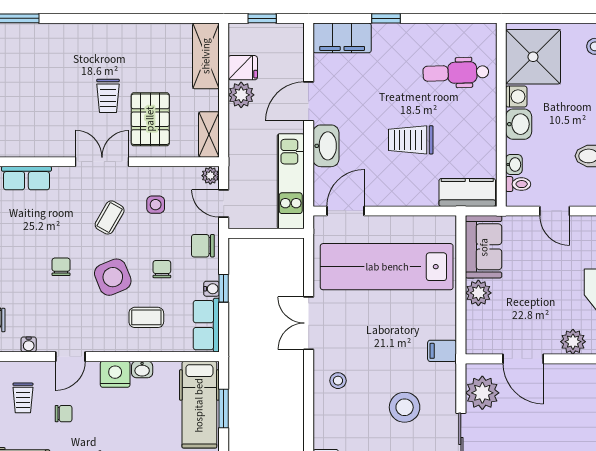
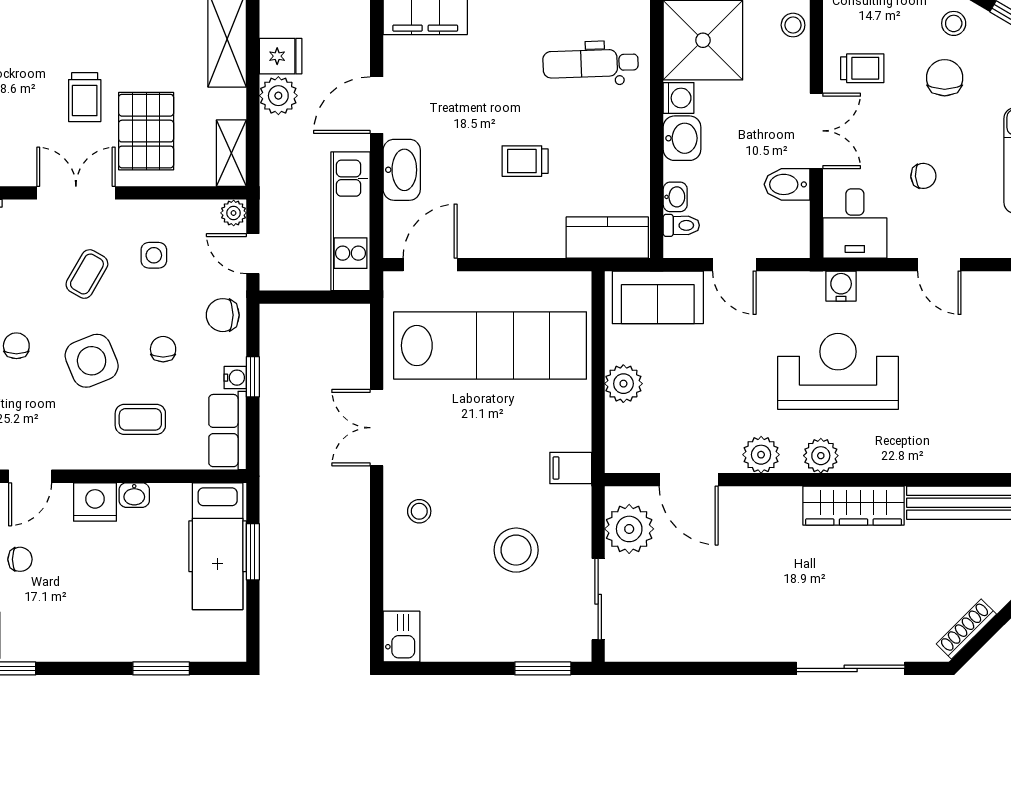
trolley: (411, 140) -> (525, 161), width x0.73, depth x0.72
sofa: (484, 247) -> (658, 297), moved, turned 90
lab bench: (387, 267) -> (490, 346), turned 180

